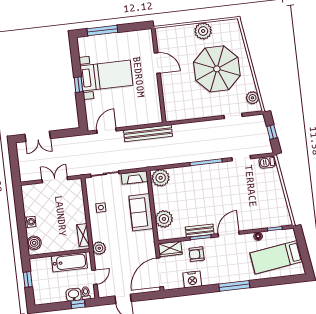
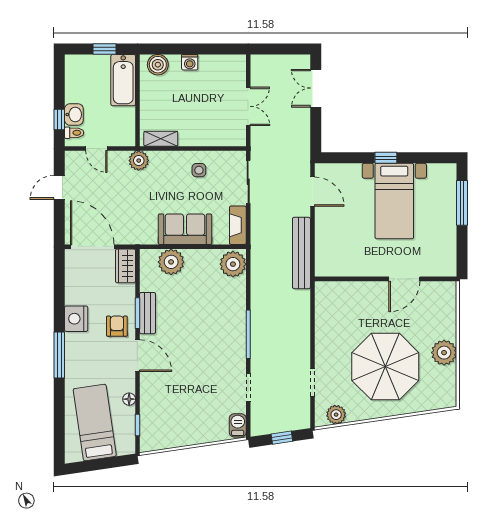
armchair: (197, 254) -> (117, 326), moved
bathtub: (69, 262) -> (123, 80), moved
nightstand: (192, 279) -> (76, 319), moved

